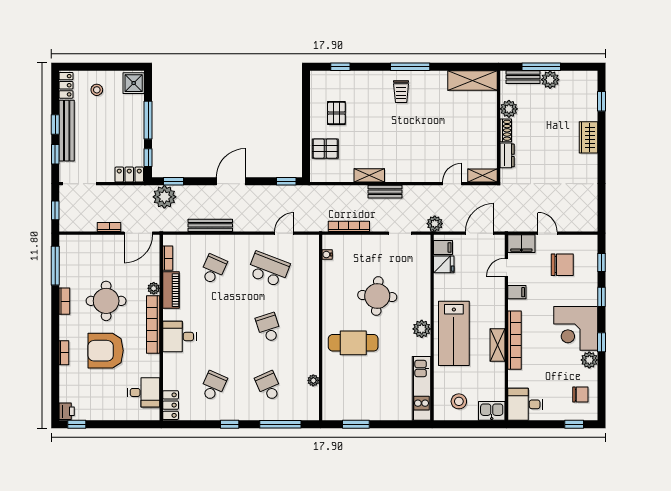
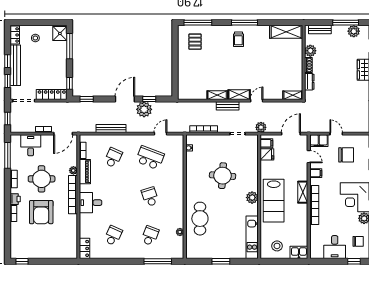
window: (340, 67) -> (198, 23), width x2.17
window: (541, 67) -> (346, 23), moved
plant: (550, 80) -> (354, 31), moved
pallet: (336, 113) -> (195, 42), moved
window: (148, 120) -> (70, 46), moved
pallet: (325, 149) -> (188, 77), removed
locker: (129, 175) -> (52, 95), width x1.53
shelving: (402, 175) -> (239, 95), added
window: (286, 181) -> (149, 99), moved
door: (452, 184) -> (257, 101), moved
plant: (164, 197) -> (144, 109), moved
door: (506, 268) -> (309, 157), swing flipped
cafe table: (353, 343) -> (200, 219), moved, turned 90
shelving: (497, 345) -> (303, 192), moved
armchair: (106, 351) -> (41, 212), turned -90
school desk: (269, 386) -> (150, 236), turned 45
desk: (144, 392) -> (31, 145), moved, turned -90
desk: (525, 404) -> (335, 247), moved, turned -90
printer: (67, 411) -> (15, 199), moved
window: (230, 424) -> (124, 261), removed
window: (356, 424) -> (221, 261), moved

